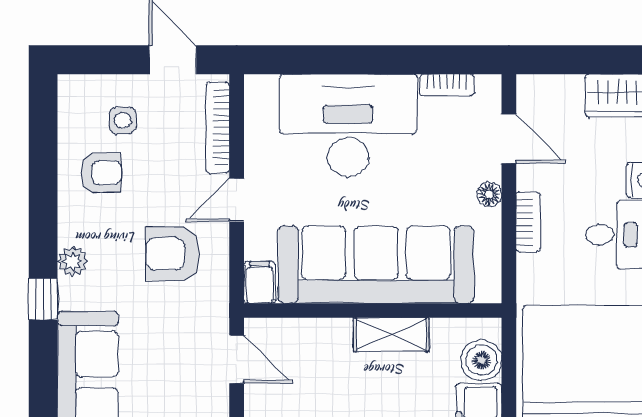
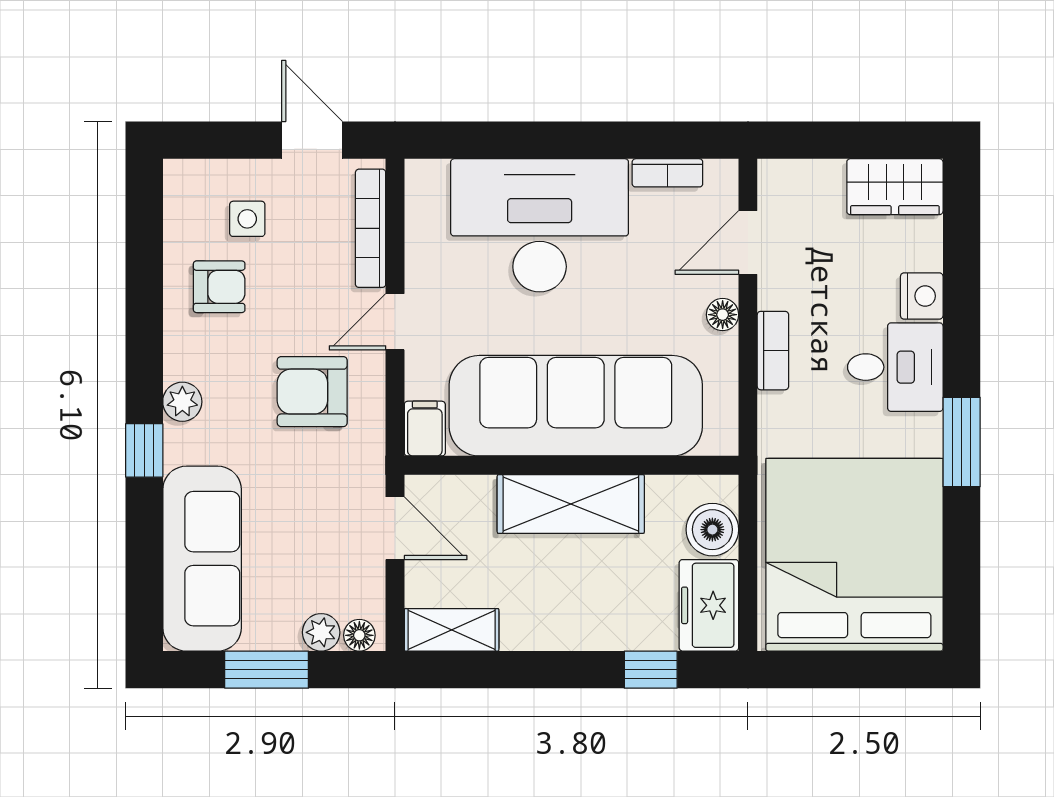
door: (509, 139) -> (748, 243), swing flipped
shelving: (391, 335) -> (571, 504), width x1.50, depth x1.33

